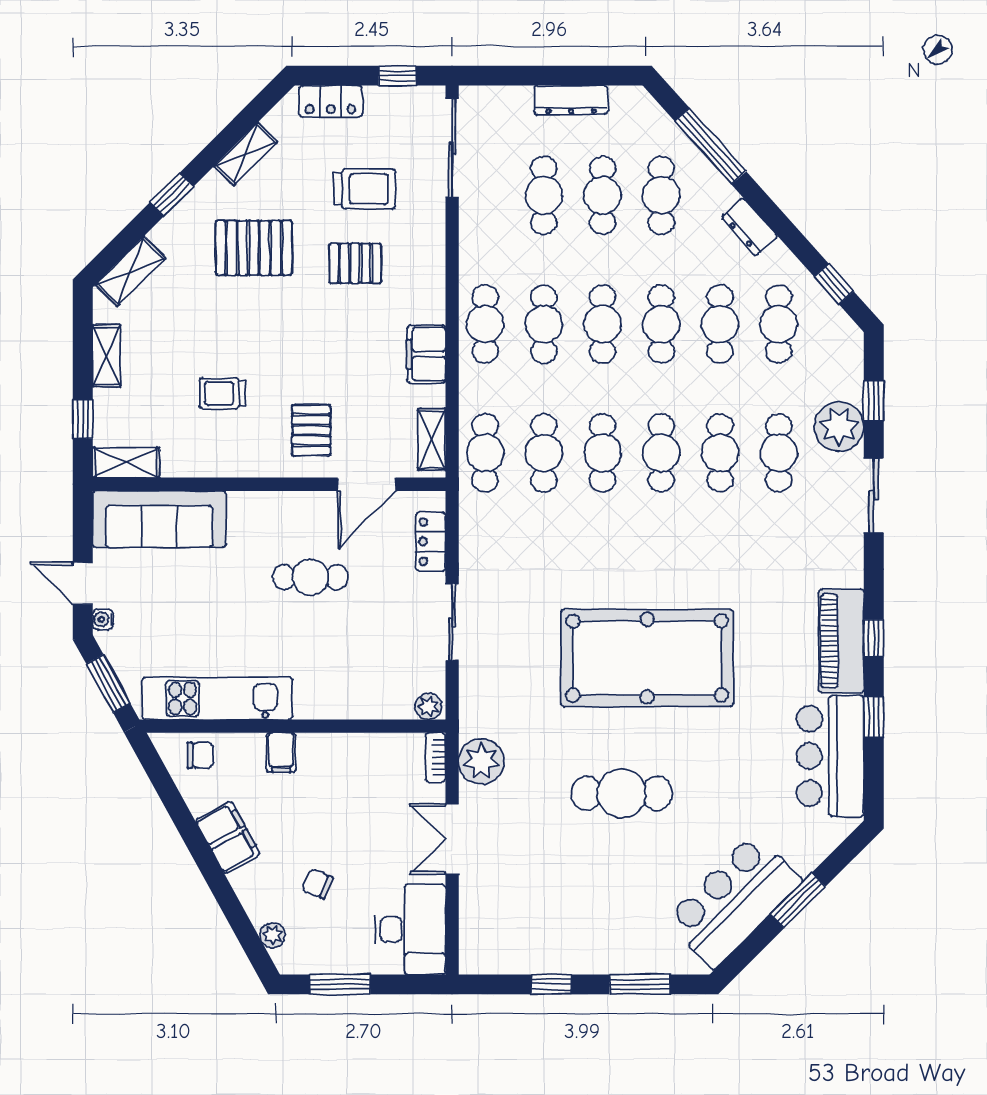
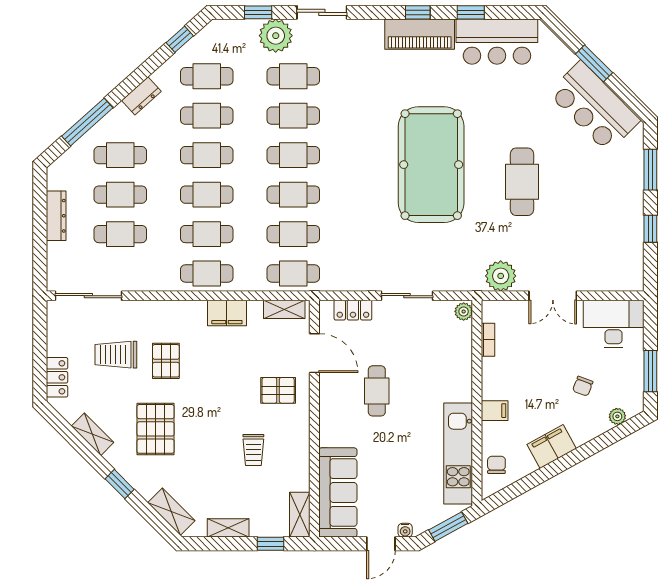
window: (398, 76) -> (40, 332), removed
trolley: (364, 189) -> (116, 355), turned -90
bookcase: (436, 757) -> (488, 340), moved, turned -90

